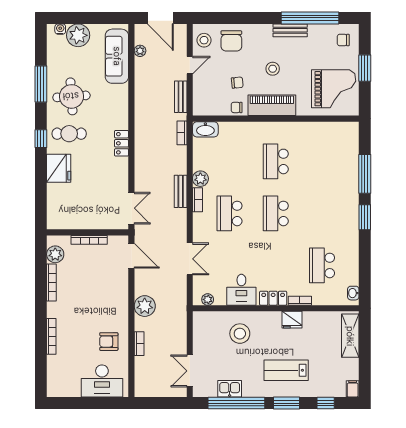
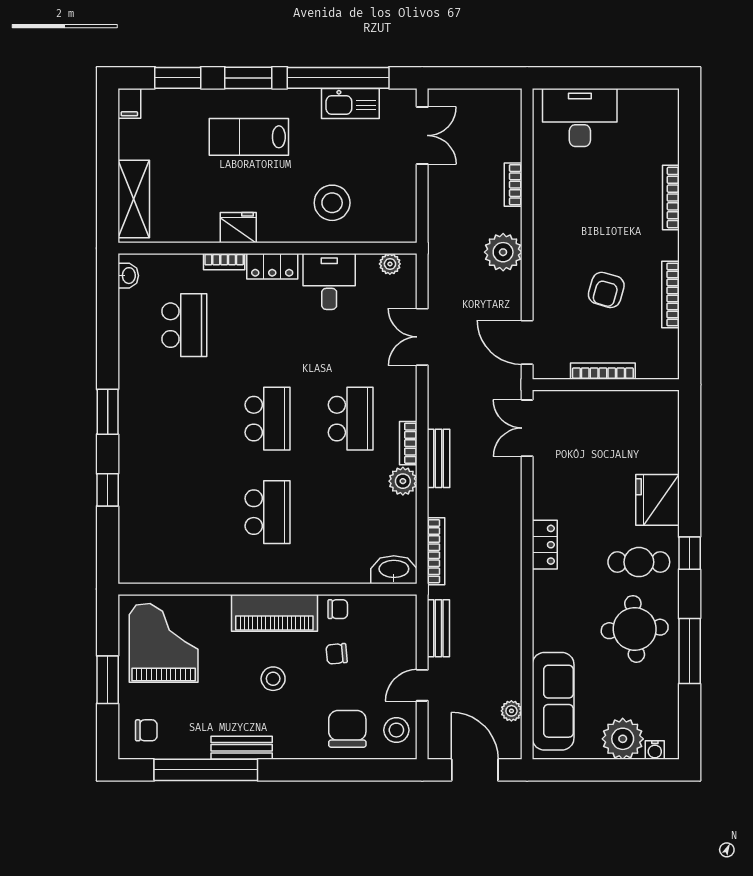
grand piano: (334, 89) -> (164, 643), turned 90
bookcase: (182, 133) -> (436, 551), width x1.56
window: (365, 174) -> (108, 490), width x0.46
plant: (55, 254) -> (664, 345), removed
armchair: (109, 342) -> (606, 290), moved, turned 106
lab bench: (286, 370) -> (249, 137), turned 180
kitchen sink: (230, 389) -> (350, 103), width x1.38
window: (326, 403) -> (178, 78), width x1.50

